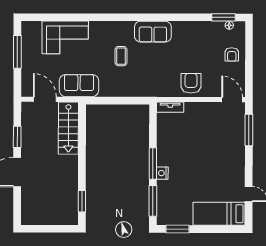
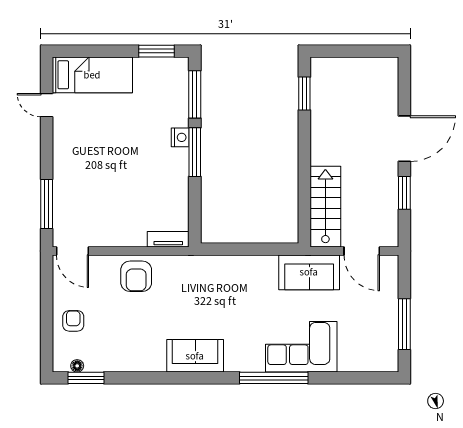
window: (102, 17) -> (274, 378), added
corner sofa: (65, 37) -> (301, 347), moved
coffee table: (121, 56) -> (244, 318), removed

